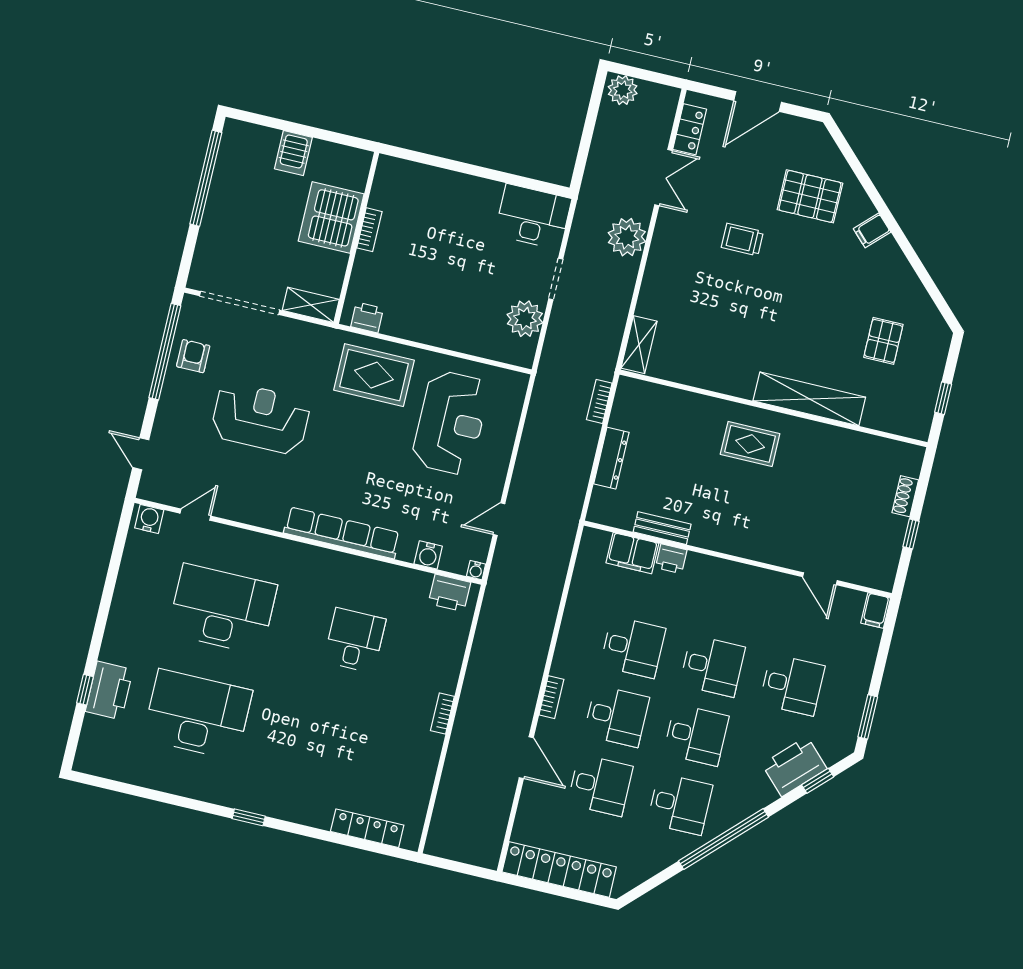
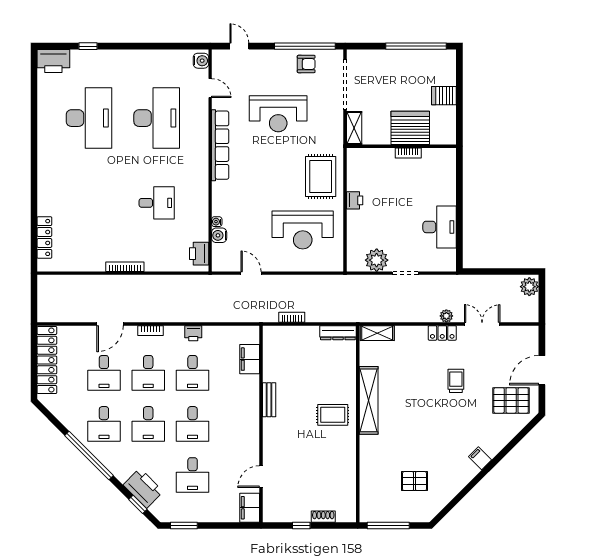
door: (758, 101) -> (542, 370), hinge flipped
locker: (690, 129) -> (442, 333), moved
double door: (663, 178) -> (482, 324), swing flipped
pallet: (810, 196) -> (511, 400), moved, turned 90
desk: (533, 217) -> (440, 227), moved
plant: (627, 237) -> (446, 316), width x0.53, depth x0.53
printer: (367, 317) -> (355, 200), moved
window: (943, 398) -> (388, 526), width x2.17
shelving: (809, 399) -> (369, 400), moved
bookcase: (599, 401) -> (292, 317), moved
reception desk: (261, 418) -> (278, 114), turned 90
rug: (750, 444) -> (333, 415), turned 90
door: (141, 454) -> (239, 46), hinge flipped
dresser: (611, 458) -> (338, 333), moved
bench: (662, 528) -> (269, 400), moved
row of seats: (342, 533) -> (220, 145), moved
printer: (671, 559) -> (193, 333), moved, turned -90
water cooler: (476, 570) -> (217, 222), moved
filing cabinet: (876, 611) -> (250, 508), width x2.00
printer: (109, 690) -> (53, 61), moved
bookcase: (442, 714) -> (125, 267), width x1.56
window: (249, 817) -> (34, 164), removed

